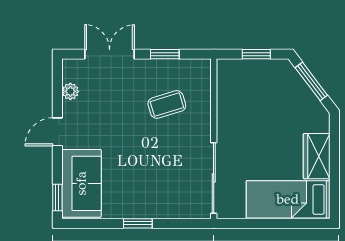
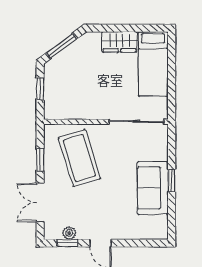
coffee table: (167, 105) -> (79, 158), width x1.86, depth x1.72
sofa: (81, 183) -> (153, 188), moved, turned -90
window: (57, 197) -> (67, 243), moved

